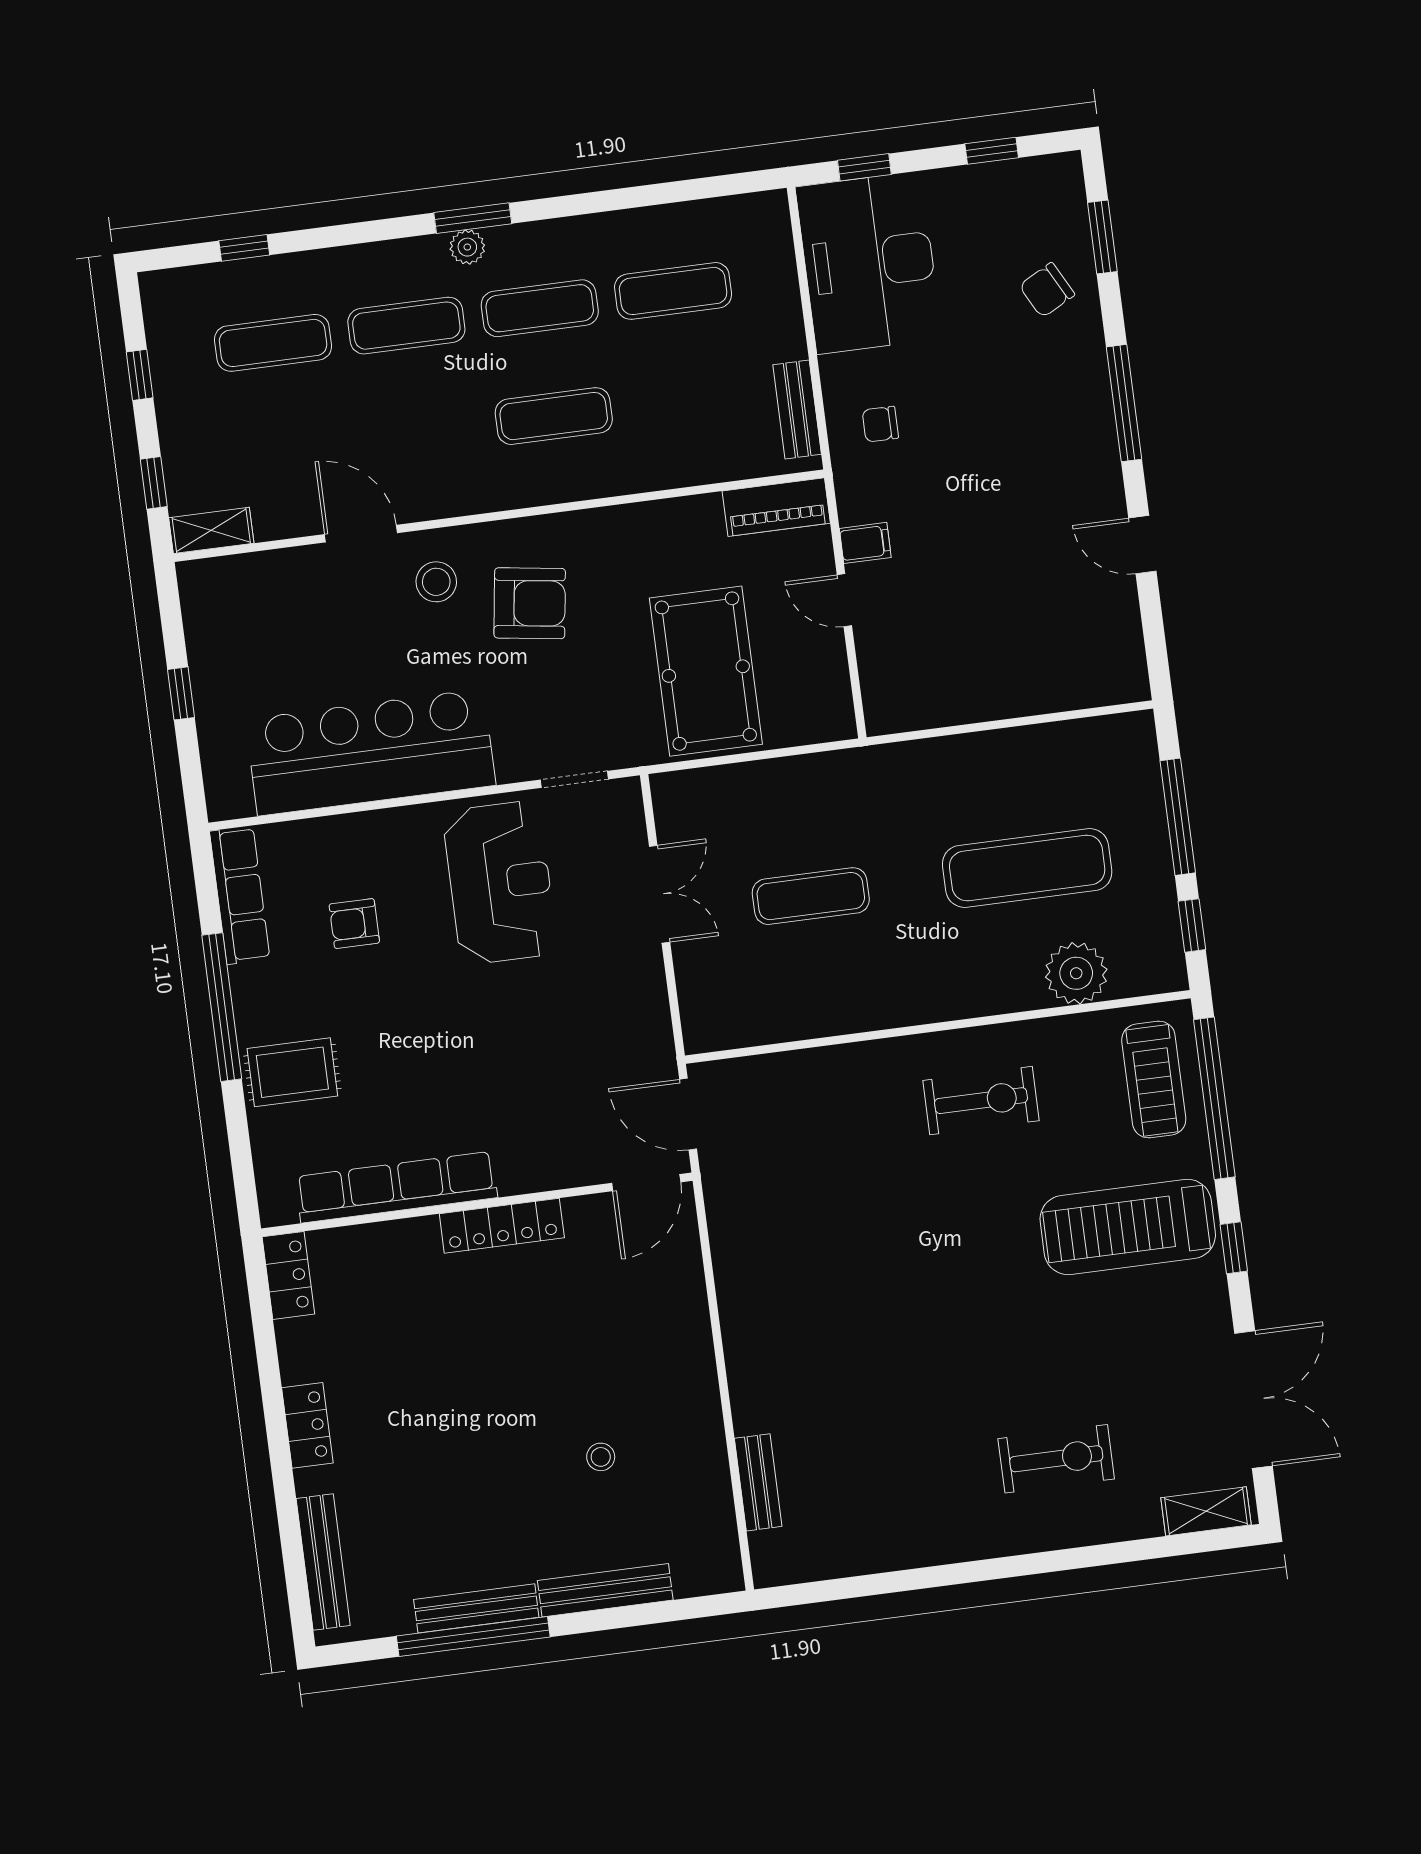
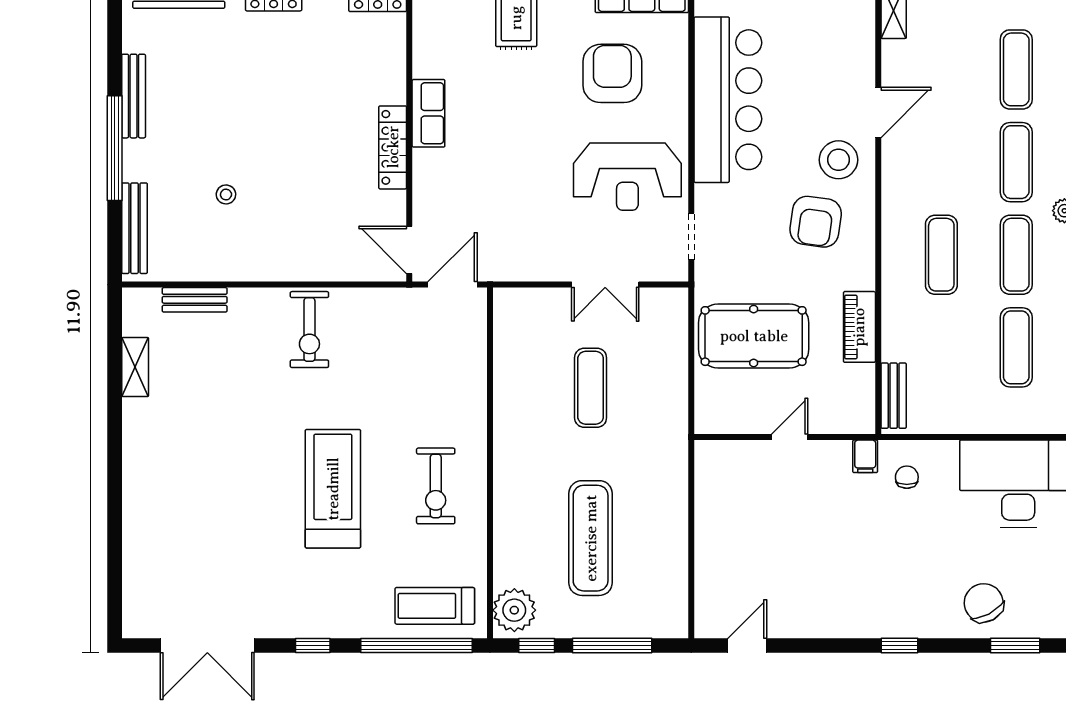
chair: (1047, 290) -> (984, 603), width x1.37, depth x1.37
window: (1124, 403) -> (900, 646), width x0.46
bench: (797, 410) -> (894, 396), moved, turned 90
piano: (776, 507) -> (859, 327), moved
filing cabinet: (865, 543) -> (865, 456), moved
door: (1142, 545) -> (747, 646), moved
stool: (436, 582) -> (839, 160), width x1.38, depth x1.38
armchair: (354, 924) -> (612, 73), width x1.88, depth x1.88
plant: (1076, 973) -> (514, 610), moved
row of seats: (396, 1187) -> (428, 113), width x0.50
treadmill: (1128, 1227) -> (333, 489), moved
exercise bike: (1056, 1459) -> (309, 330), moved
shelving: (1206, 1511) -> (135, 367), moved
bench: (605, 1590) -> (135, 228), moved
window: (473, 1636) -> (115, 148), moved

